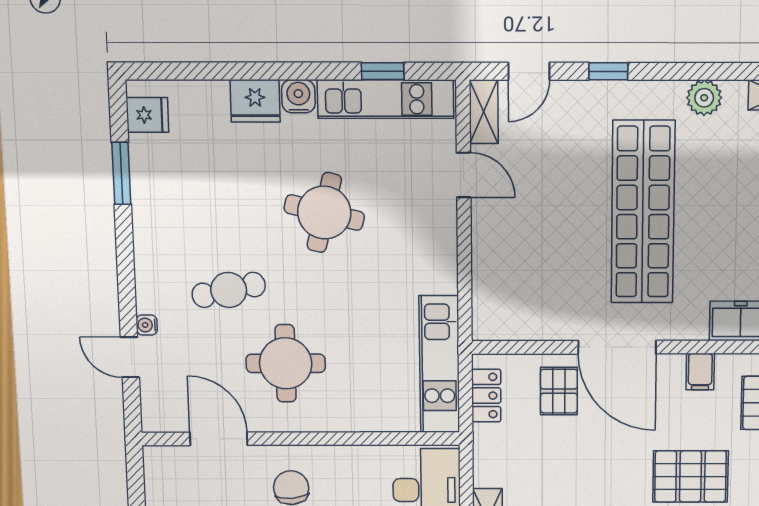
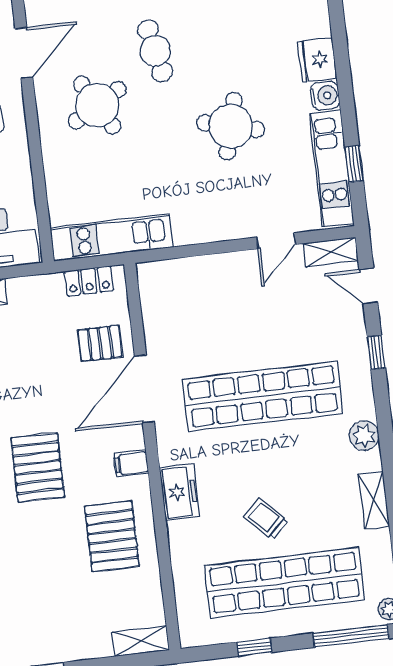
round table: (286, 363) -> (97, 105), turned -30

